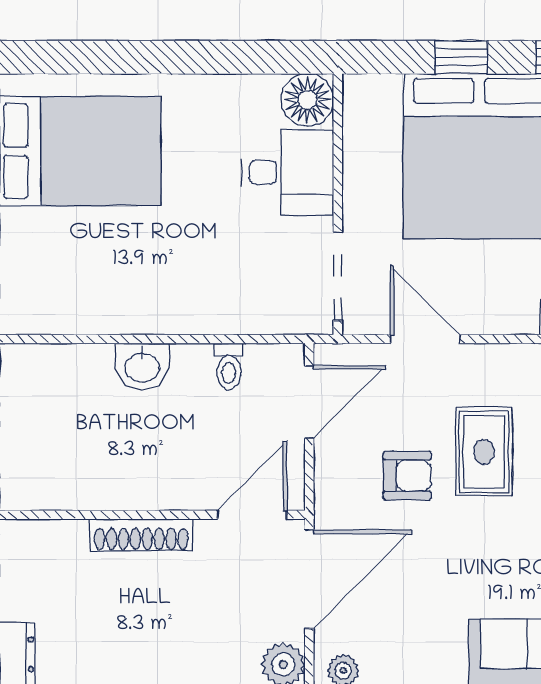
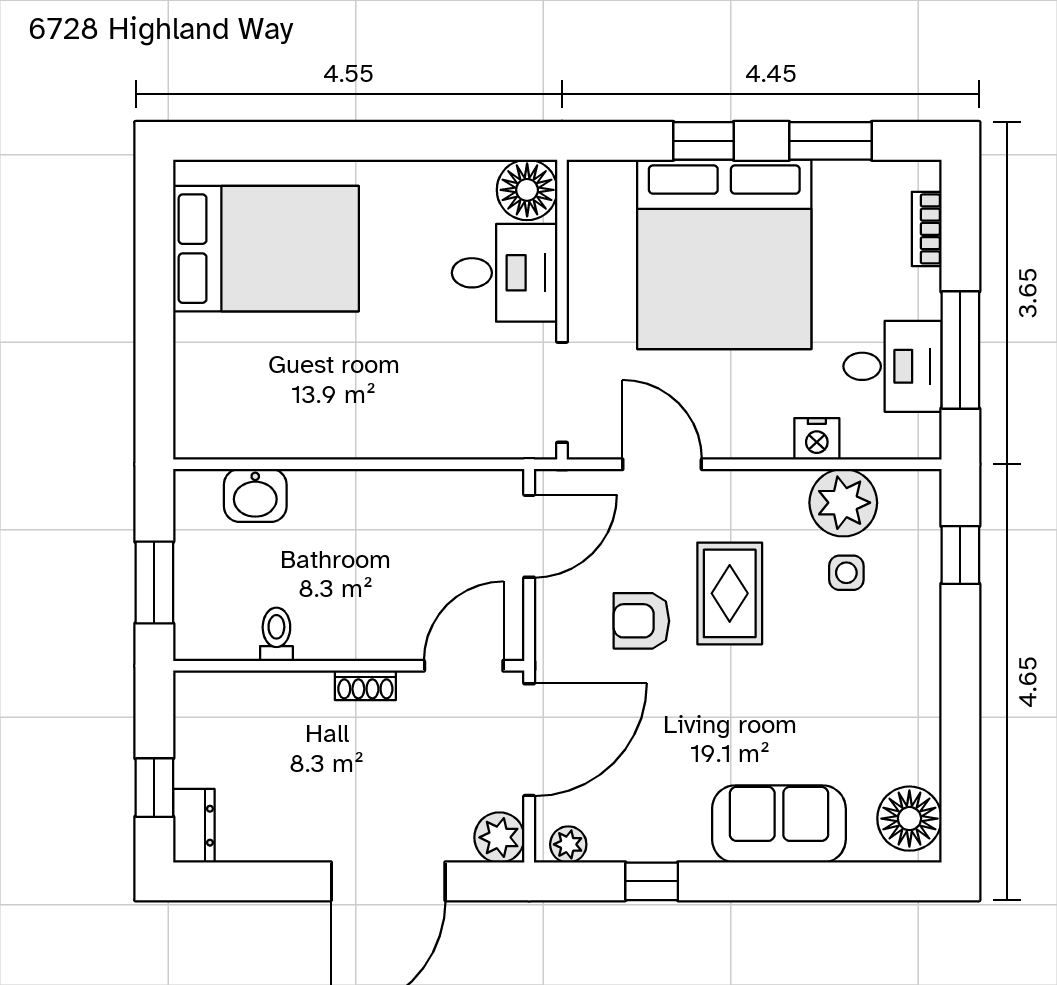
washbasin: (142, 366) -> (255, 495), moved
toilet: (229, 366) -> (276, 634), moved, turned 180
armchair: (407, 476) -> (641, 621), turned 180
shoe rack: (141, 535) -> (365, 685), width x0.51, depth x0.81

